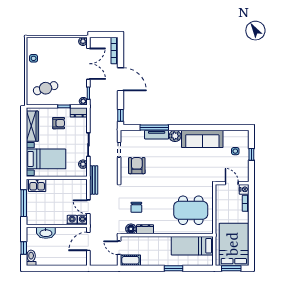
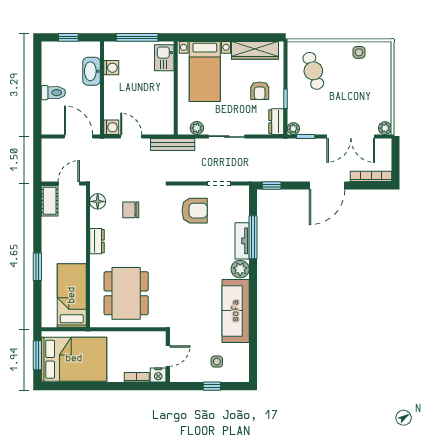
door: (88, 207) -> (131, 137), hinge flipped
washing machine: (72, 220) -> (111, 68), moved
dresser: (145, 229) -> (97, 241), moved
toilet: (31, 258) -> (53, 93), moved

